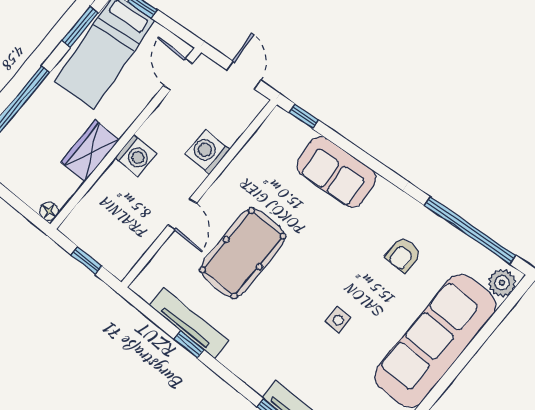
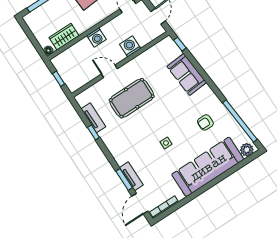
wardrobe: (90, 151) -> (64, 37), moved
door: (182, 214) -> (109, 71), swing flipped
tv unit: (189, 323) -> (93, 118), width x0.71

